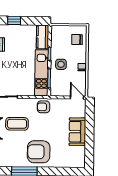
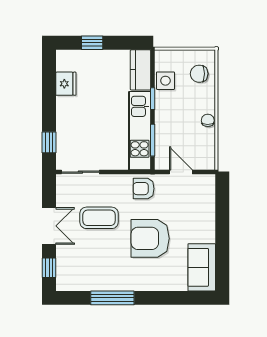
side table: (61, 64) -> (165, 81), moved
door: (77, 98) -> (181, 172), moved
sofa: (77, 132) -> (202, 267), moved
armchair: (39, 152) -> (150, 238), moved

